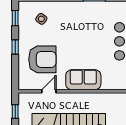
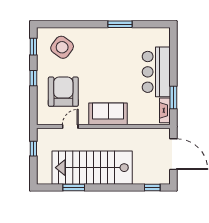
side table: (41, 19) -> (62, 47), width x1.87, depth x1.87
armchair: (42, 59) -> (63, 92), turned -90

